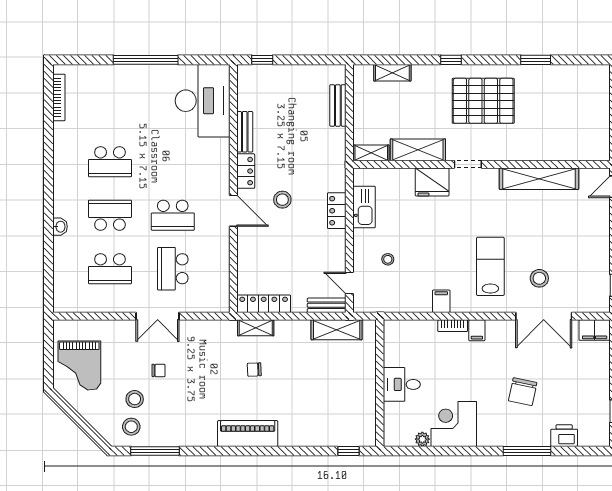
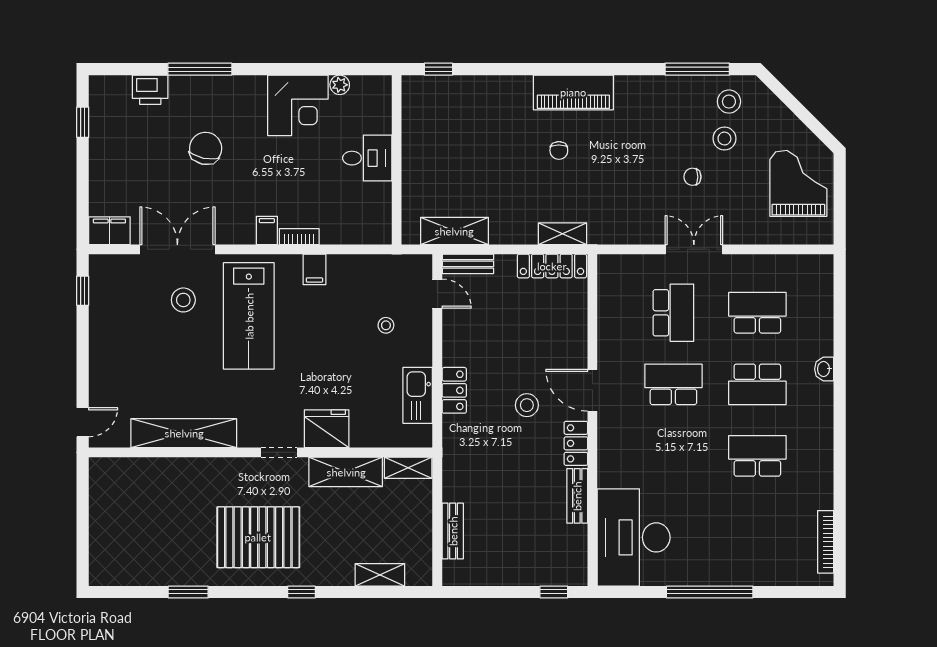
lab bench: (490, 266) -> (249, 316), width x1.36, depth x1.39
chair: (254, 370) -> (559, 150), moved, turned 92

